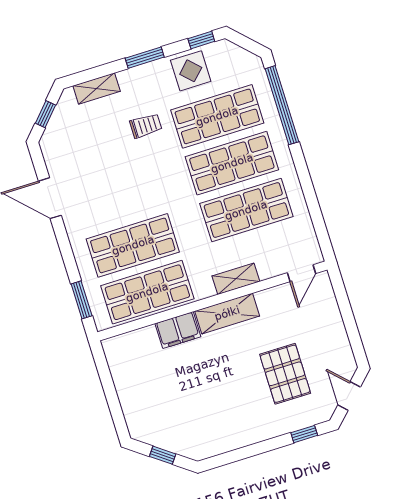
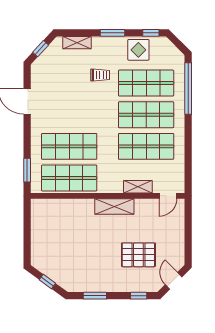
shelving: (236, 279) -> (138, 187), moved
filing cabinet: (178, 330) -> (81, 207), removed
pallet: (285, 374) -> (138, 255), turned 90
window: (239, 454) -> (95, 296), added

